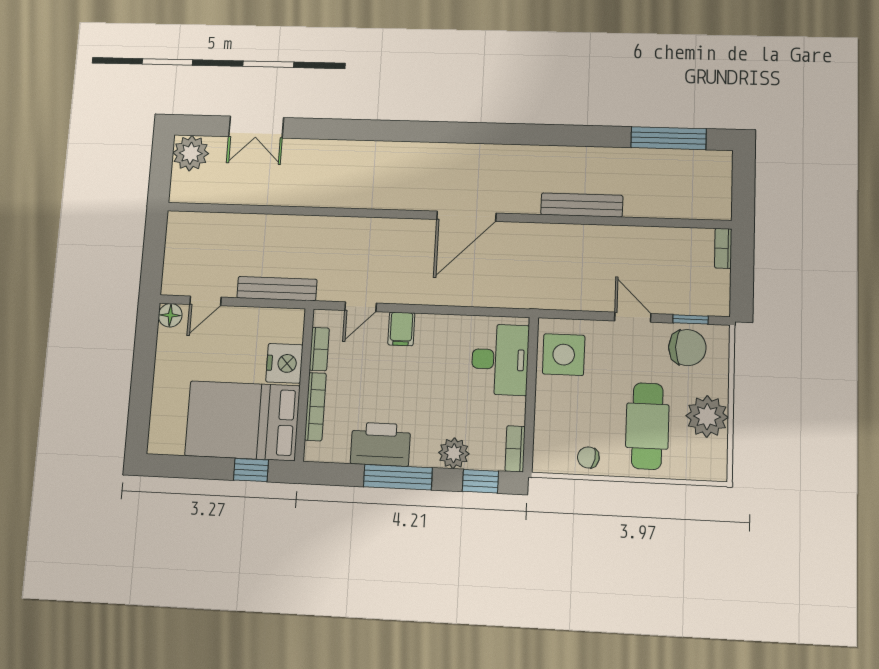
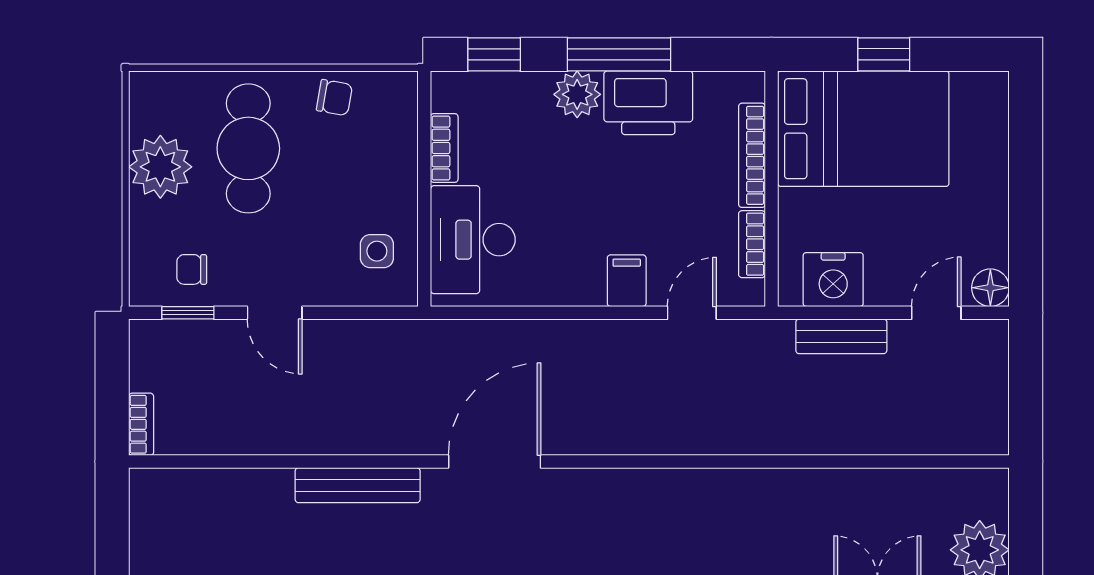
door: (466, 216) -> (495, 462), moved
bench: (277, 289) -> (841, 336), width x0.73
chair: (687, 348) -> (192, 269), width x0.54, depth x0.54
side table: (564, 355) -> (377, 251), width x0.54, depth x0.54
nightstand: (284, 363) -> (833, 280), moved, turned -90
bookcase: (515, 449) -> (444, 148), moved
plant: (454, 453) -> (577, 94), moved
window: (251, 470) -> (884, 54), moved

